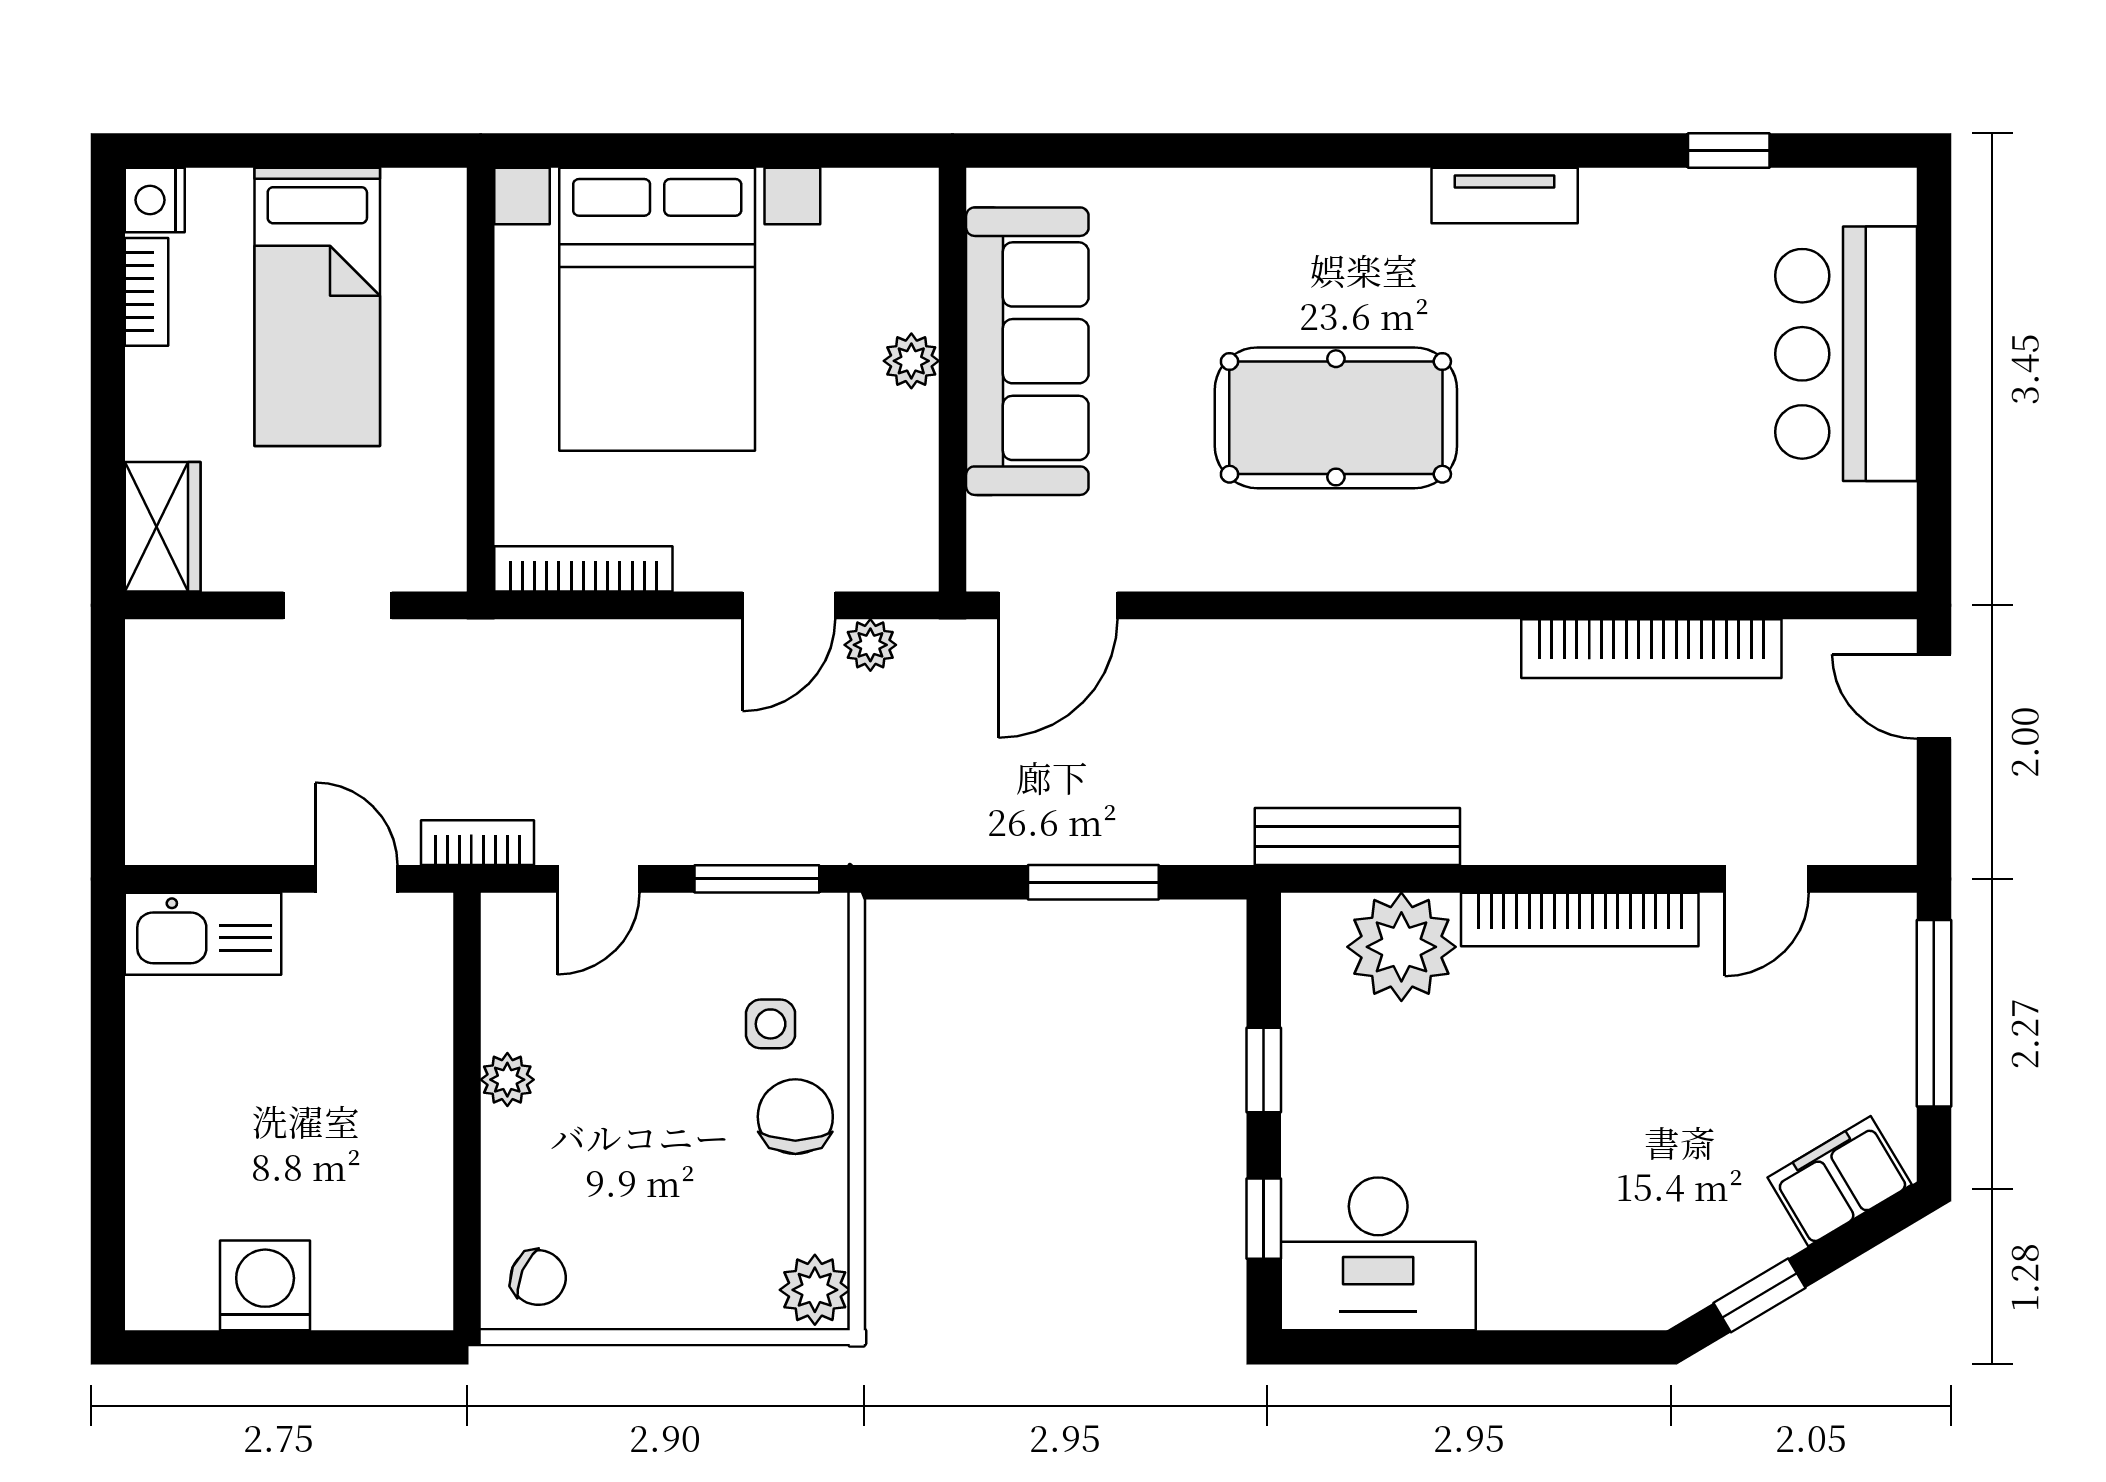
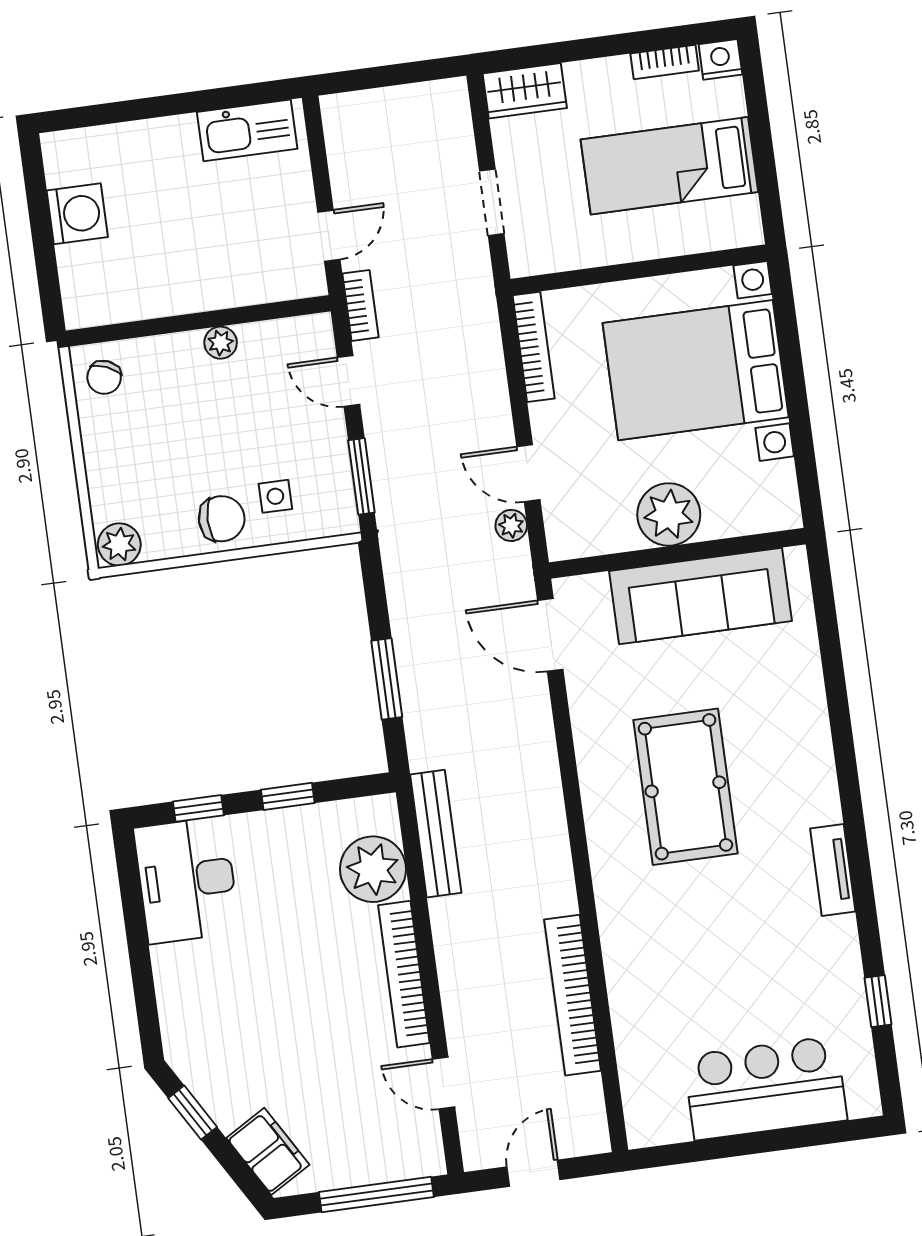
plant: (911, 361) -> (669, 514), width x1.88, depth x1.88
door: (1934, 697) -> (533, 1173), moved
kitchen sink: (203, 934) -> (247, 130), moved, turned -90

